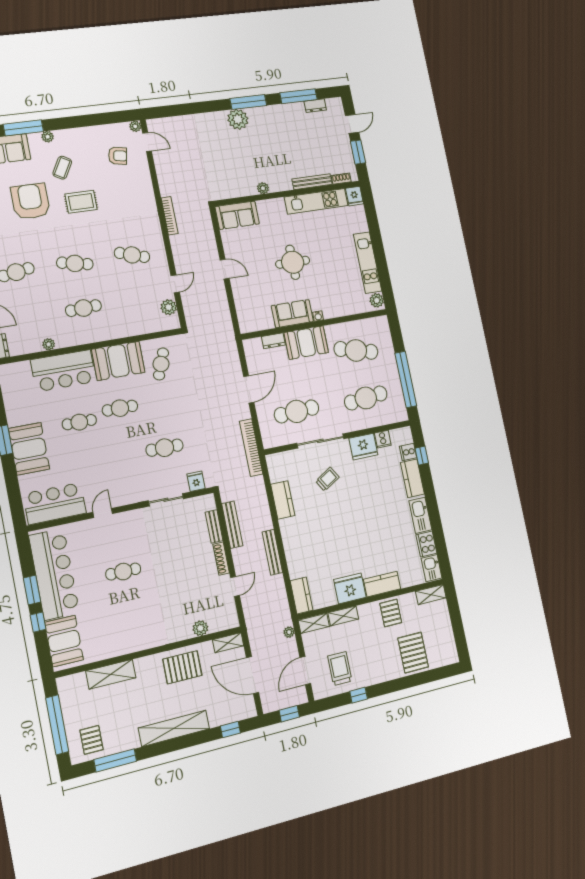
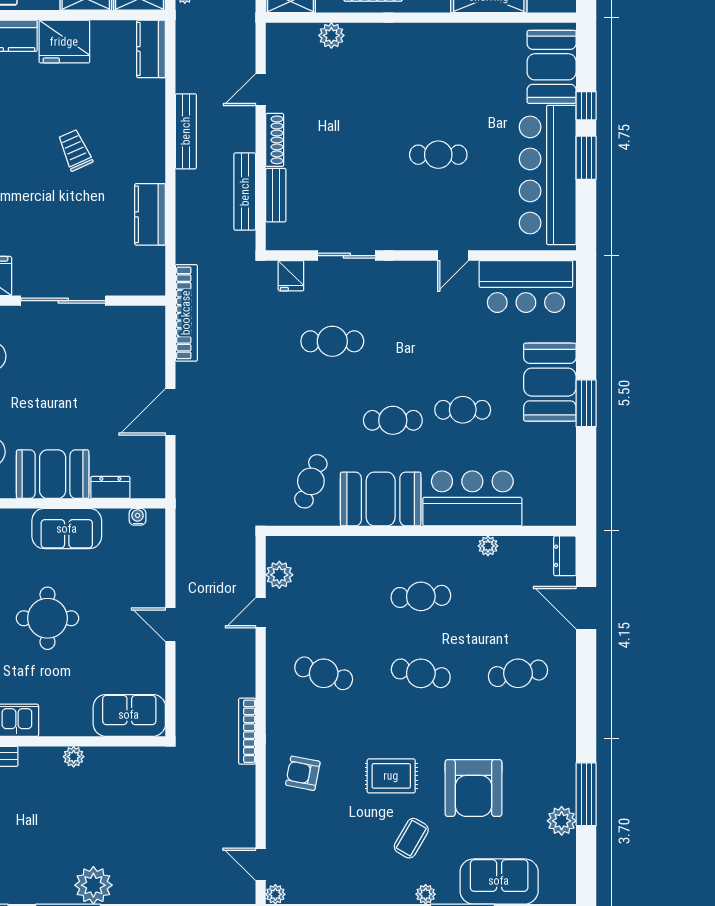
armchair: (118, 156) -> (303, 773), moved
water cooler: (318, 316) -> (138, 517), moved
cafe table: (297, 411) -> (95, 359), removed
trolley: (327, 479) -> (75, 150), moved, turned 97

